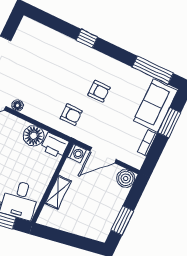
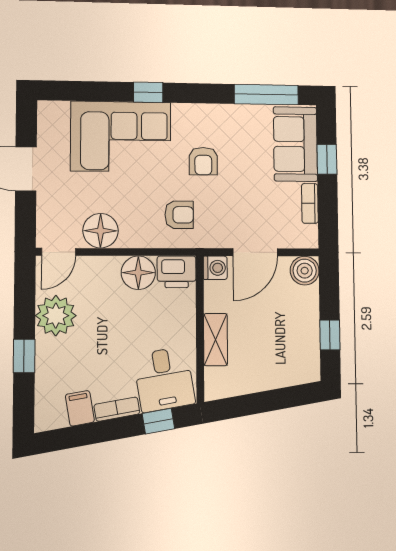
corner sofa: (60, 56) -> (121, 137), added
armchair: (99, 91) -> (203, 161), turned 90
floor lamp: (17, 105) -> (101, 231), width x1.89, depth x1.89
window: (169, 123) -> (327, 159), width x0.67
window: (122, 220) -> (330, 335), width x0.67

